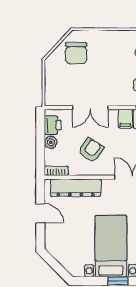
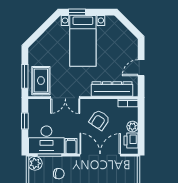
double door: (90, 107) -> (100, 155), width x1.37
door: (40, 213) -> (141, 68), hinge flipped

